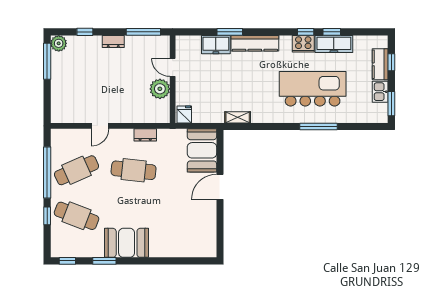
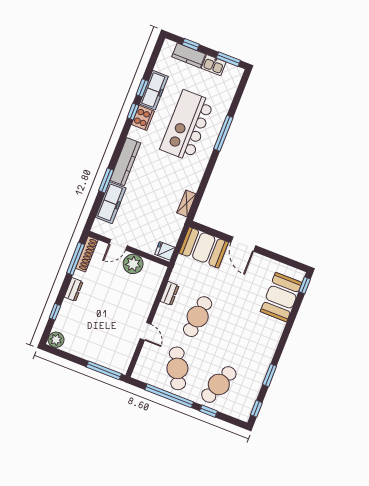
shoe rack: (152, 41) -> (87, 254), added
freezer: (216, 45) -> (111, 203), width x1.40
window: (47, 61) -> (104, 370), moved
booth: (127, 243) -> (281, 297), moved
window: (203, 261) -> (305, 285), added

